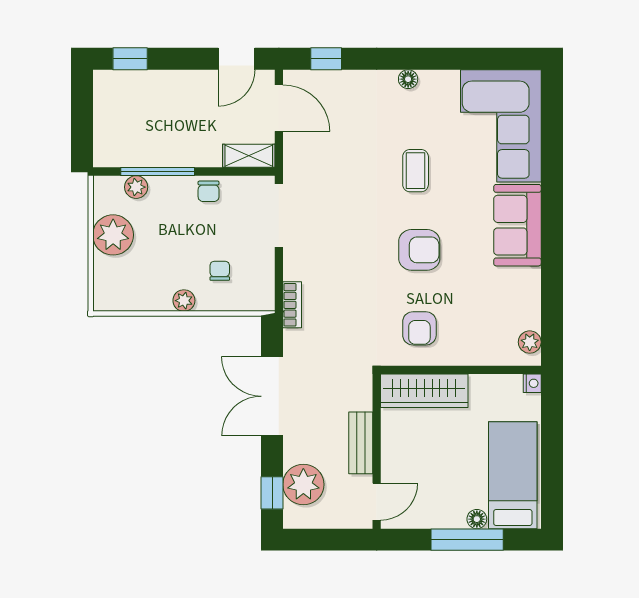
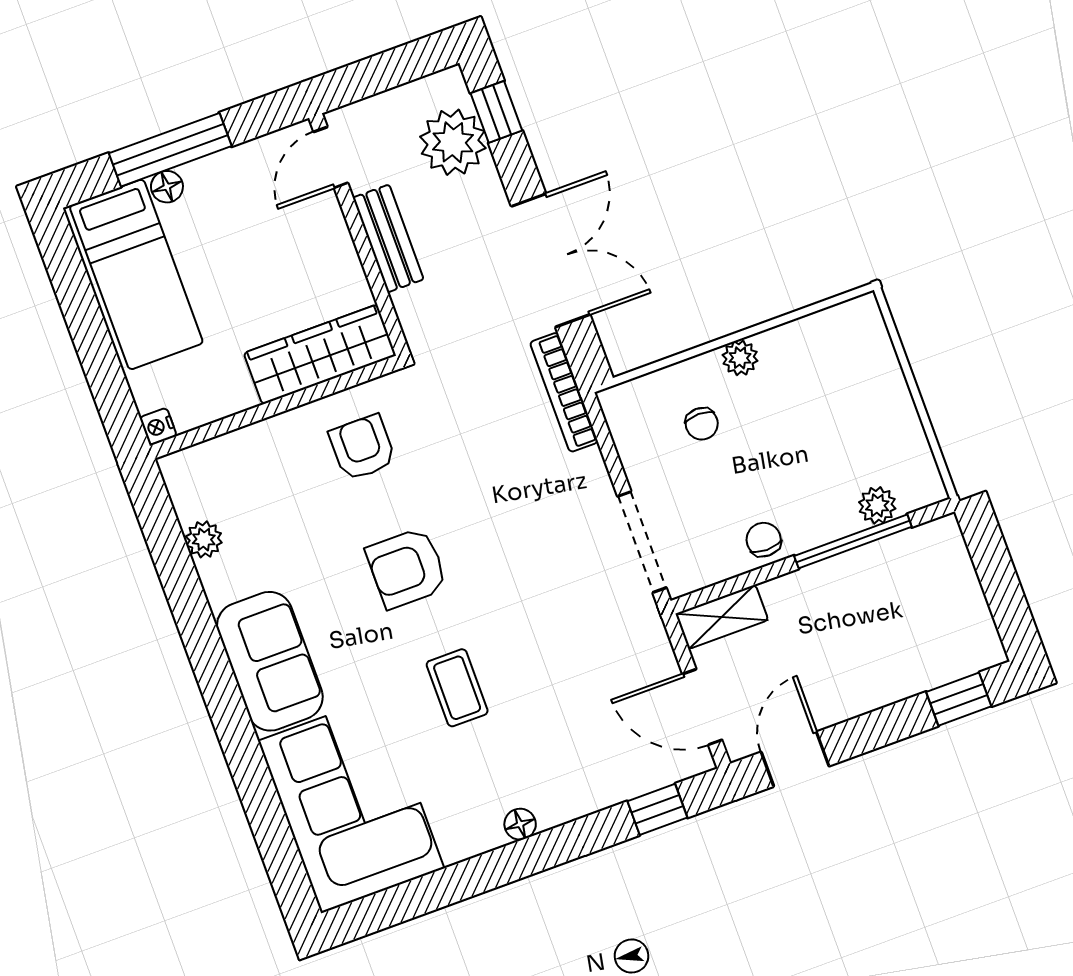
plant: (113, 235) -> (886, 419), removed
bookcase: (292, 305) -> (564, 392), width x1.56
plant: (530, 342) -> (204, 539), moved

